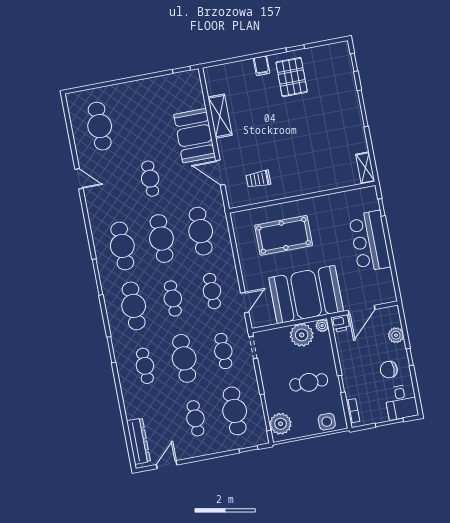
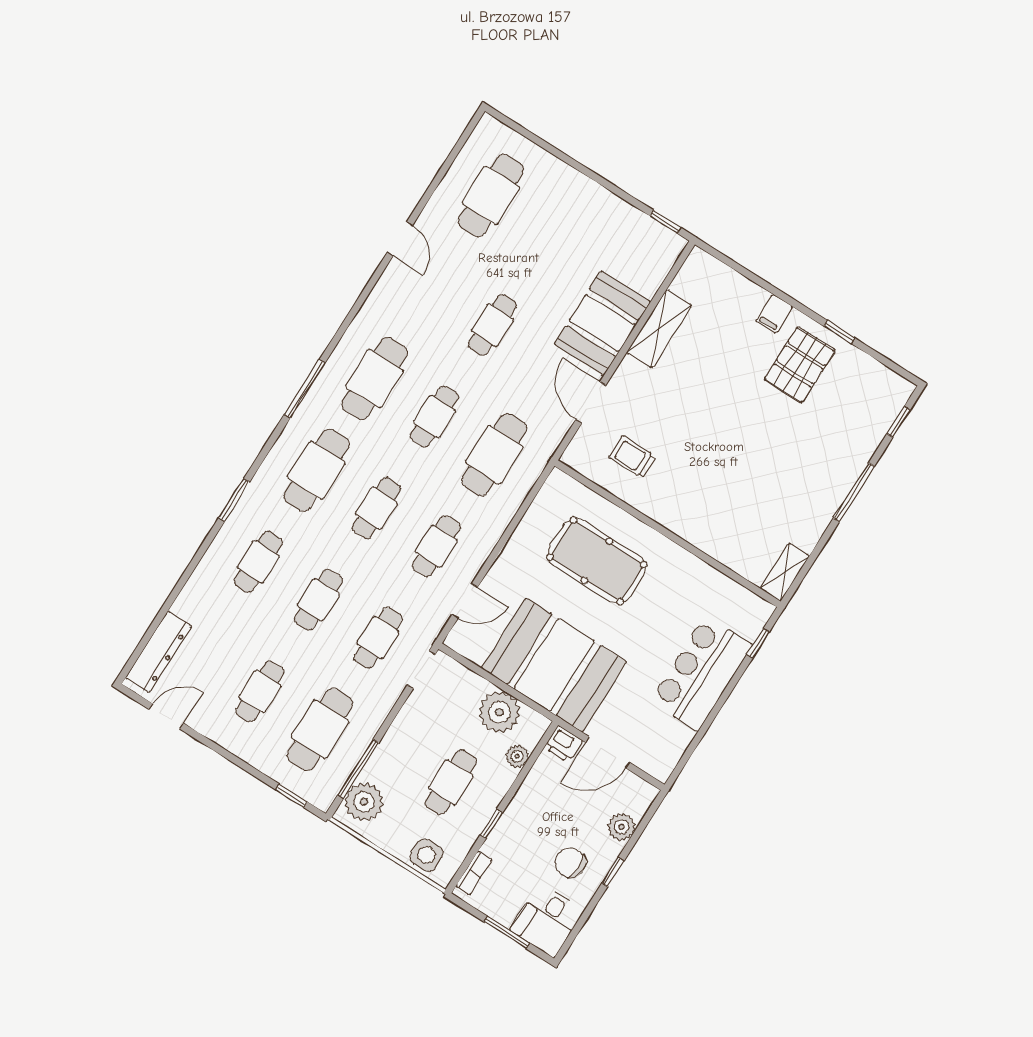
cafe table: (161, 239) -> (434, 417), width x0.73, depth x0.74
plant: (322, 326) -> (517, 756), moved
cafe table: (184, 358) -> (318, 600), width x0.73, depth x0.74
cafe table: (309, 382) -> (451, 782), turned 90

